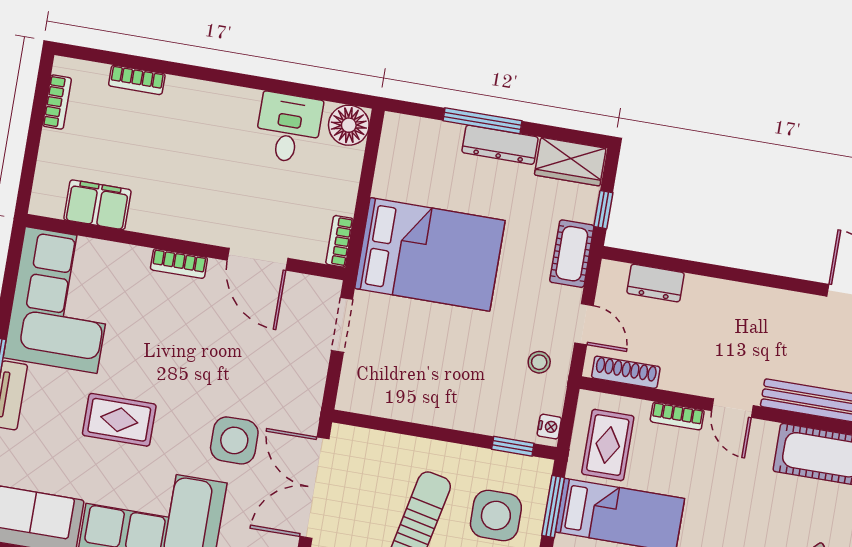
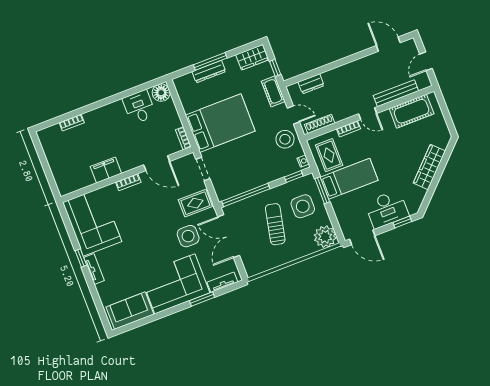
bookcase: (57, 102) -> (47, 149), removed
dresser: (500, 145) -> (209, 72), moved
filing cabinet: (97, 205) -> (106, 170), moved
stool: (539, 362) -> (285, 139), width x1.89, depth x1.89
rug: (119, 420) -> (195, 203), moved
window: (396, 427) -> (246, 195), added

